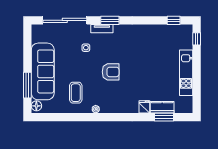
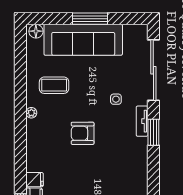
armchair: (111, 72) -> (83, 133), turned 90
window: (27, 85) -> (90, 19), moved

